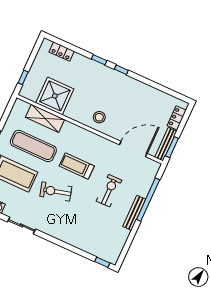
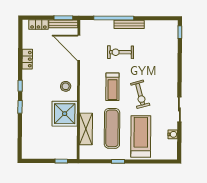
locker: (62, 51) -> (27, 59), moved
shower: (55, 96) -> (65, 114), moved

